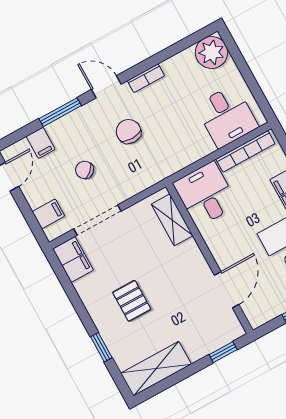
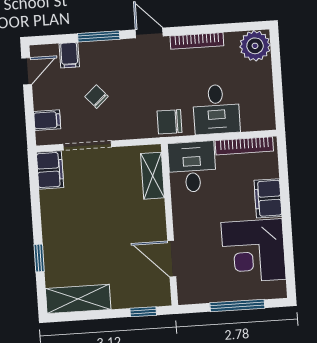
bookcase: (146, 78) -> (197, 41), width x1.56
desk: (227, 116) -> (216, 109), moved
chair: (129, 132) -> (170, 122), moved, turned -90
door: (227, 290) -> (172, 259), swing flipped
pallet: (132, 301) -> (84, 230), removed

